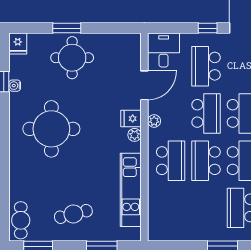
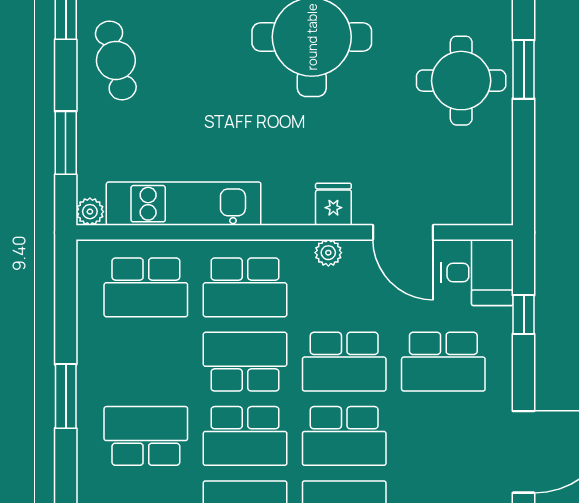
window: (208, 28) -> (524, 315), moved
school desk: (206, 66) -> (443, 362), turned 180
plant: (135, 135) -> (90, 212), moved
school desk: (171, 208) -> (146, 287), added
cafe table: (73, 214) -> (116, 60), moved

